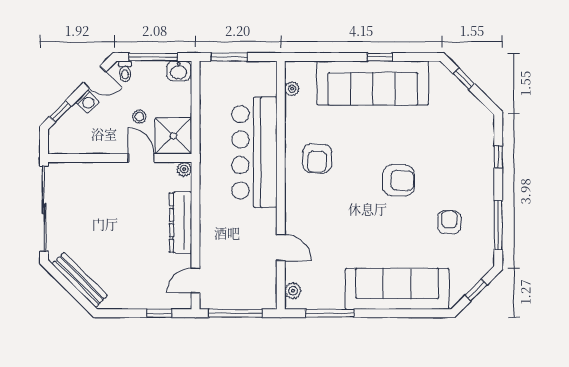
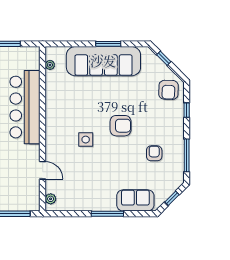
window: (380, 57) -> (108, 44), width x1.50
armchair: (317, 158) -> (168, 90), moved
side table: (346, 201) -> (86, 140), added
sofa: (397, 289) -> (135, 200), width x0.54, depth x0.79
window: (330, 313) -> (107, 214), moved

